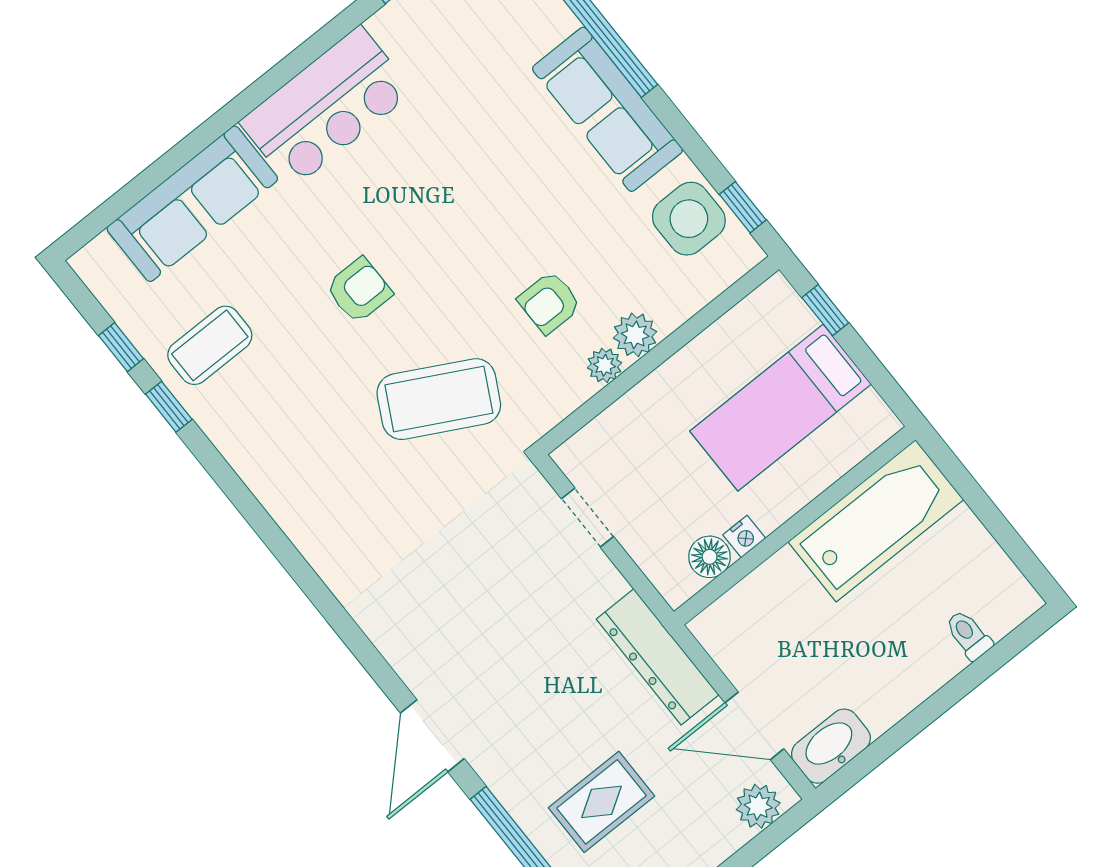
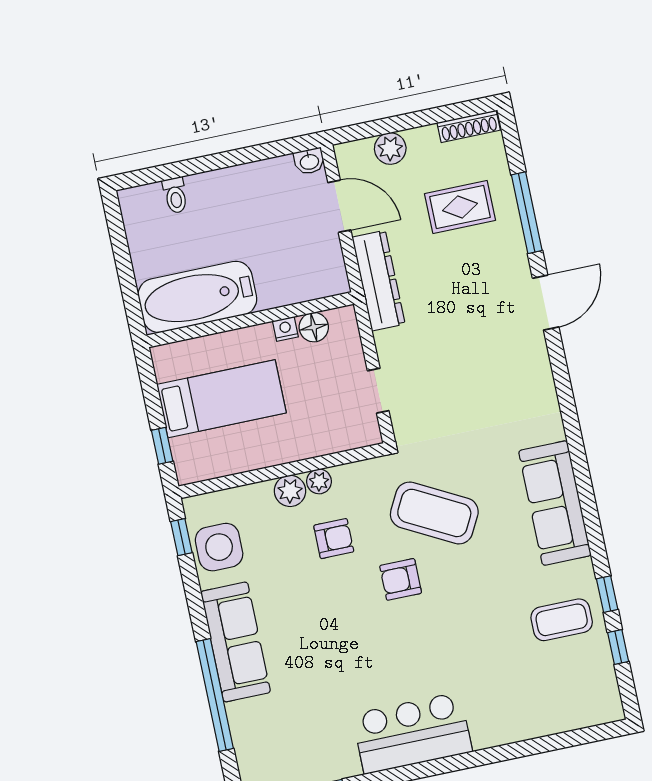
sofa: (192, 204) -> (555, 503), moved, turned -90
armchair: (359, 290) -> (401, 579), moved
washbasin: (831, 746) -> (309, 161), width x0.52, depth x0.69
plant: (758, 806) -> (390, 149), moved

